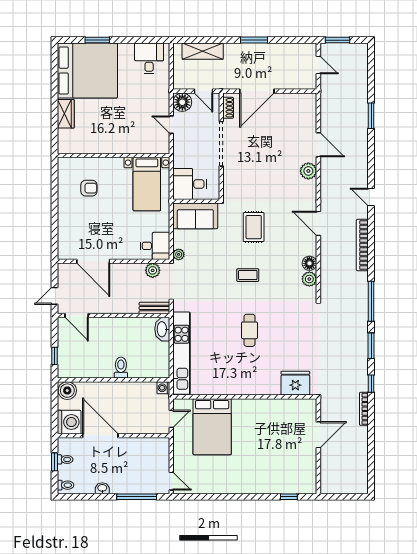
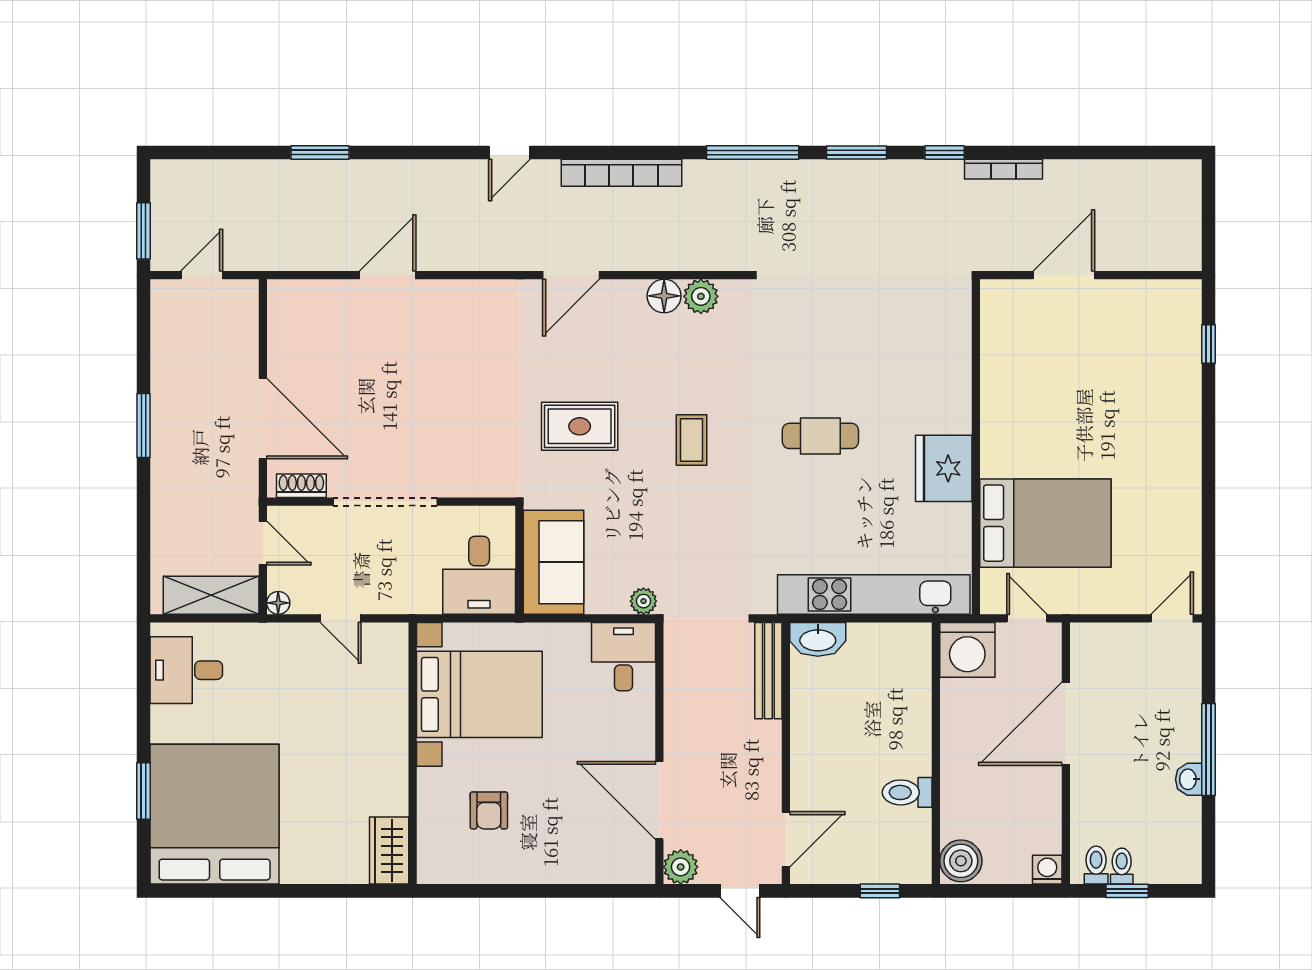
shelving: (203, 51) -> (211, 595), moved, turned 90
door: (204, 91) -> (263, 543), hinge flipped
floor lamp: (182, 102) -> (278, 603), width x0.53, depth x0.53
wardrobe: (66, 114) -> (389, 851), moved, turned -90
door: (171, 125) -> (341, 618), hinge flipped
plant: (308, 171) -> (449, 299), removed
bed with nightstands: (147, 184) -> (479, 694), width x1.36
armchair: (89, 188) -> (489, 810), turned 180
door: (93, 261) -> (659, 800), swing flipped
plant: (153, 270) -> (681, 867), moved
bench: (154, 308) -> (768, 671), width x1.36
toilet: (121, 368) -> (907, 792), moved
fridge: (295, 383) -> (944, 468), moved
washing machine: (163, 388) -> (967, 650), width x1.89, depth x1.89
washing machine: (69, 422) -> (1047, 870), width x0.53, depth x0.53
door: (318, 435) -> (1064, 275), hinge flipped
door: (100, 436) -> (1066, 724), moved
toilet: (65, 485) -> (1096, 865), moved
window: (137, 497) -> (1208, 750), moved

